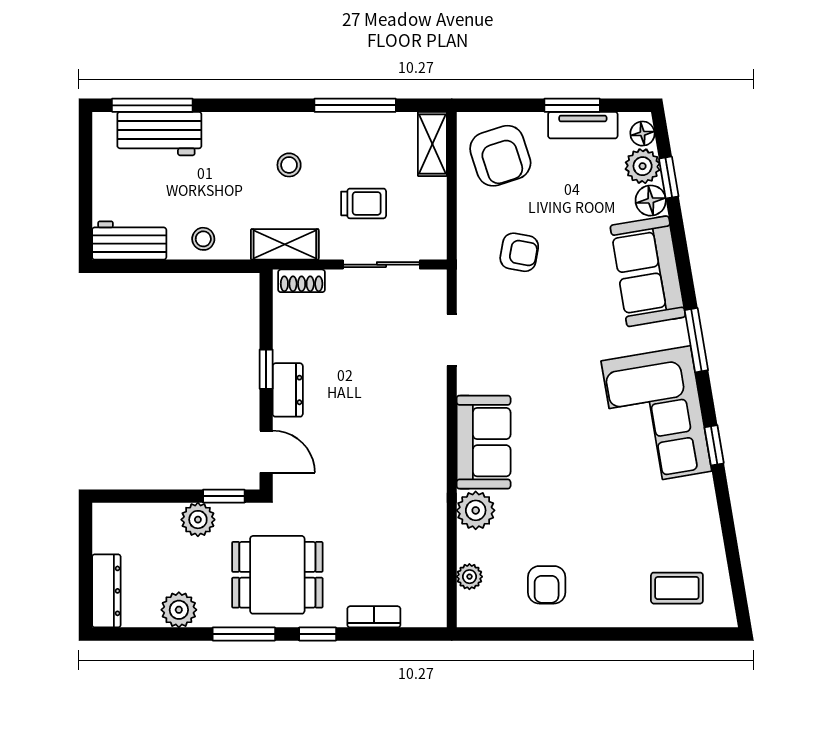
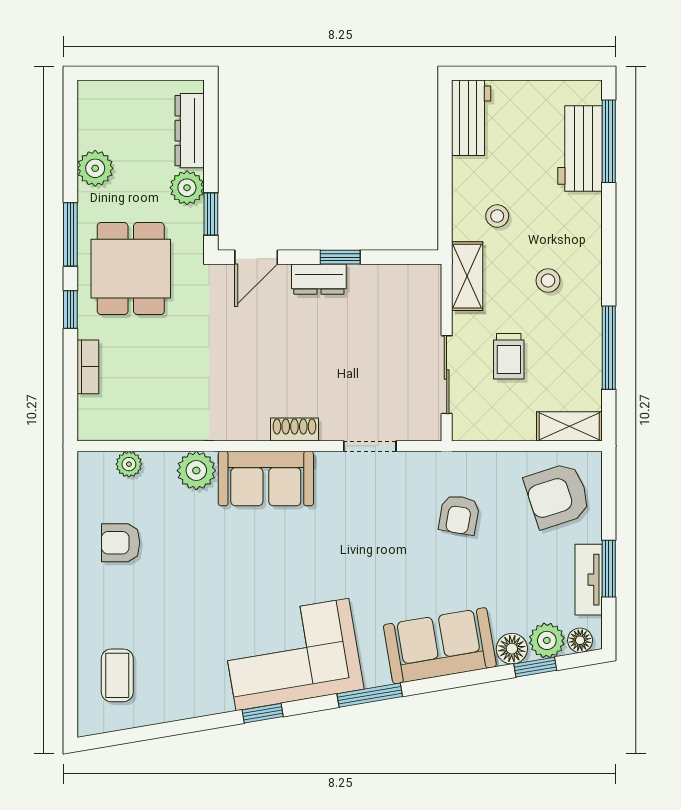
stool: (203, 239) -> (497, 216), moved
shoe rack: (302, 281) -> (294, 430), moved, turned 90
dresser: (106, 591) -> (190, 131), moved, turned 90

